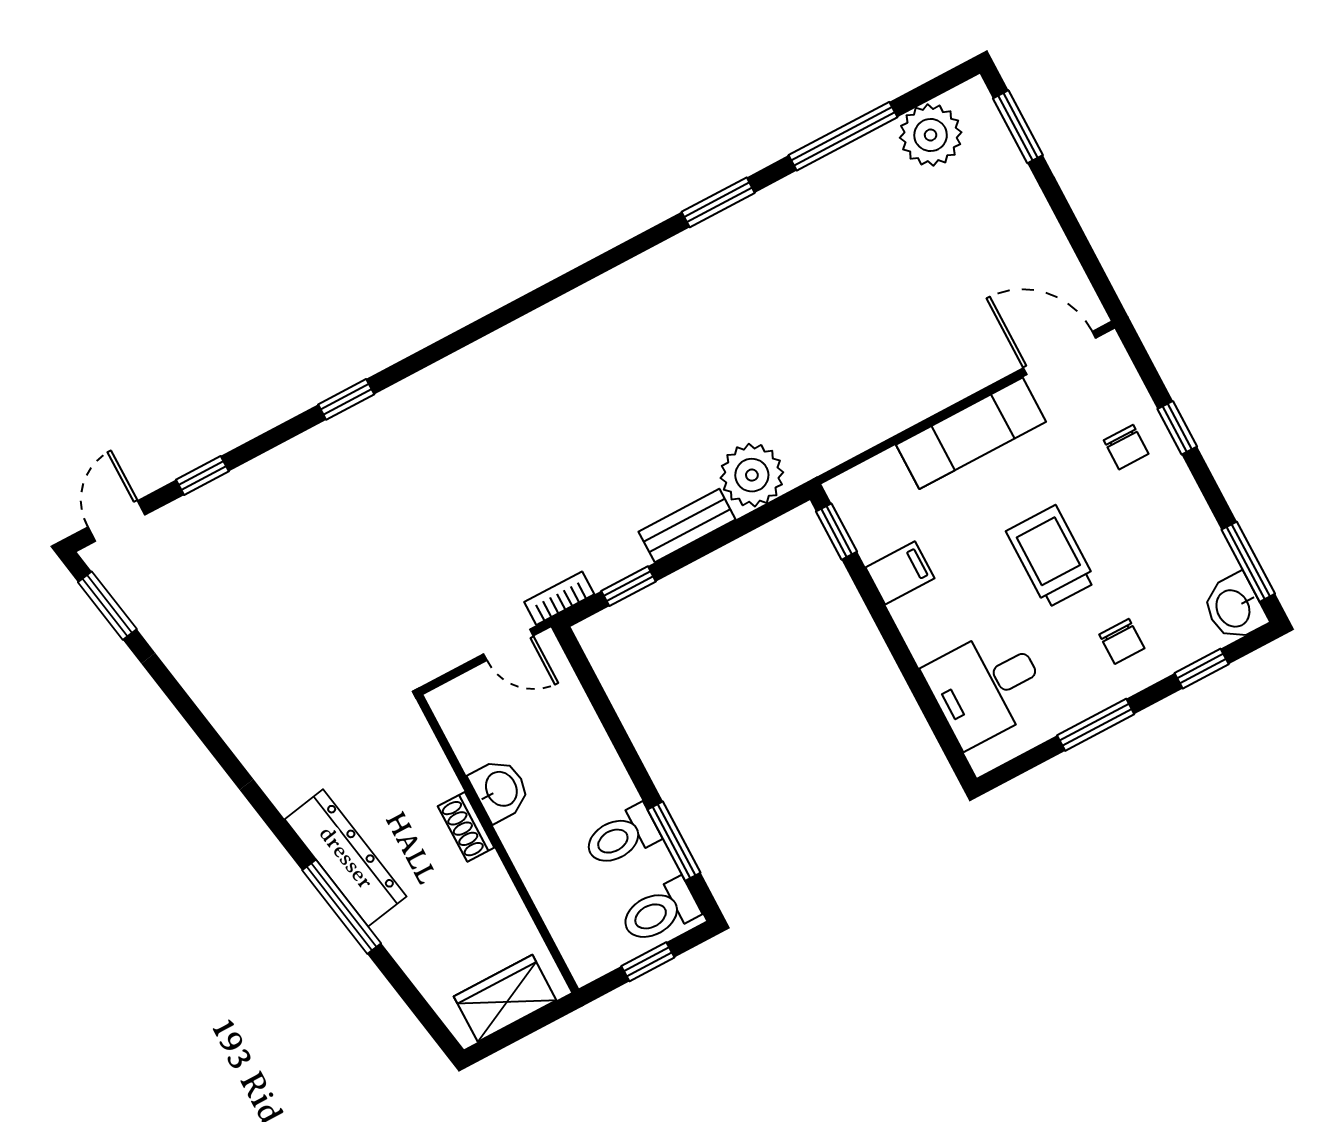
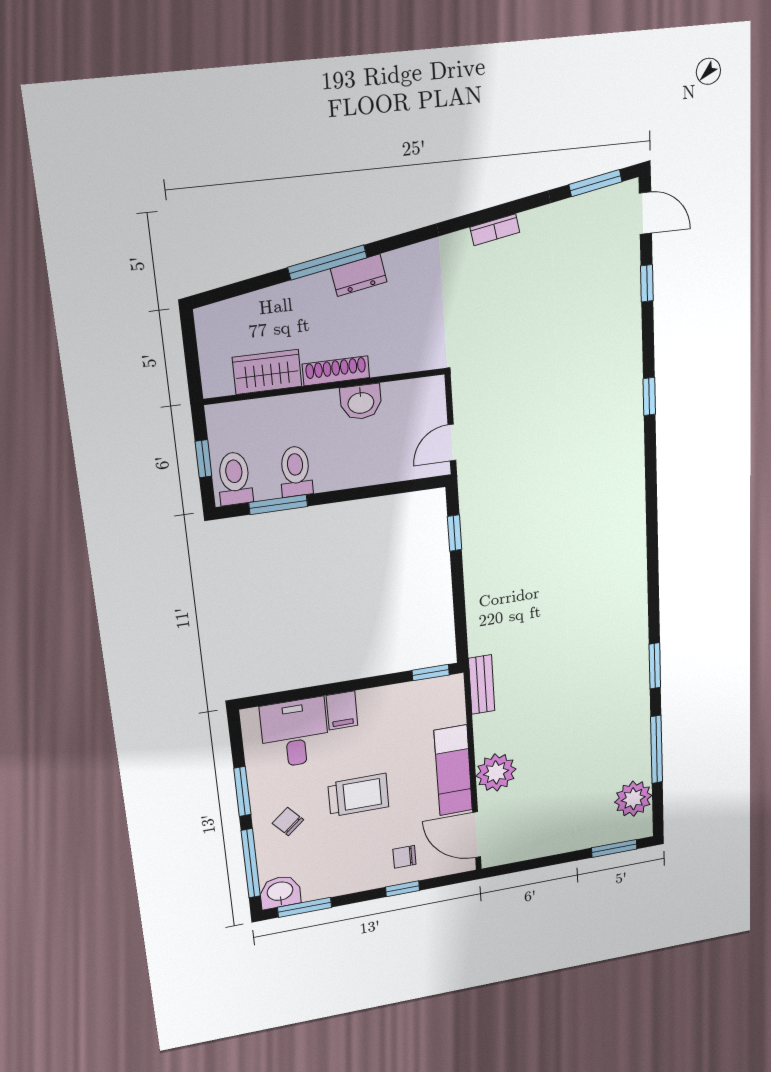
door: (1060, 353) -> (477, 835), swing flipped
plant: (752, 475) -> (496, 772), moved
bench: (687, 526) -> (482, 684), moved
filing cabinet: (900, 573) -> (342, 710), moved
bookcase: (559, 598) -> (495, 230), moved, turned 80
chair: (1122, 641) -> (288, 822), turned 49
window: (1202, 669) -> (251, 863), width x2.17
shoe rack: (466, 827) -> (336, 371), width x1.43
dresser: (346, 858) -> (359, 275), width x0.51, depth x0.80
wardrobe: (505, 998) -> (267, 372), moved, turned -90

